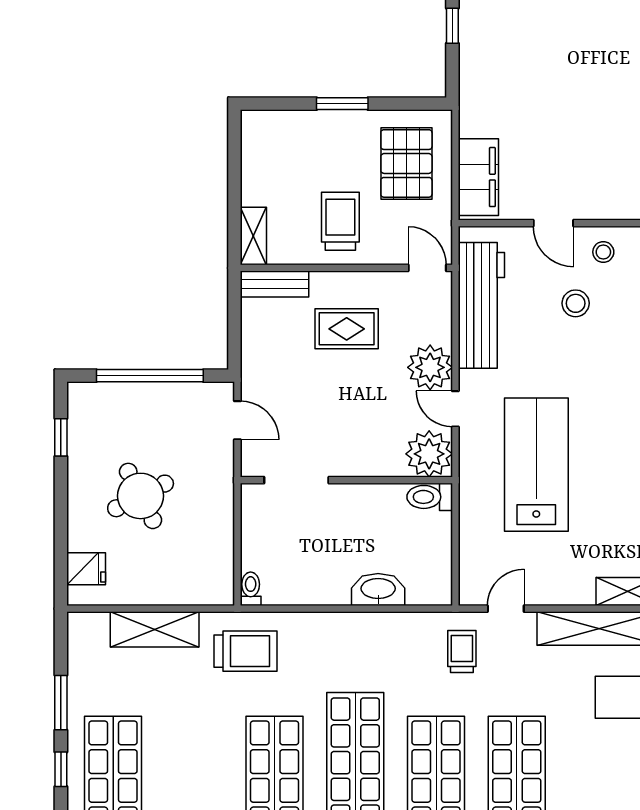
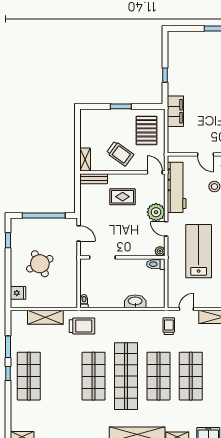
filing cabinet: (478, 177) -> (175, 111), moved
trolley: (340, 221) -> (120, 154), turned 126
plant: (429, 454) -> (160, 251), width x0.53, depth x0.53

